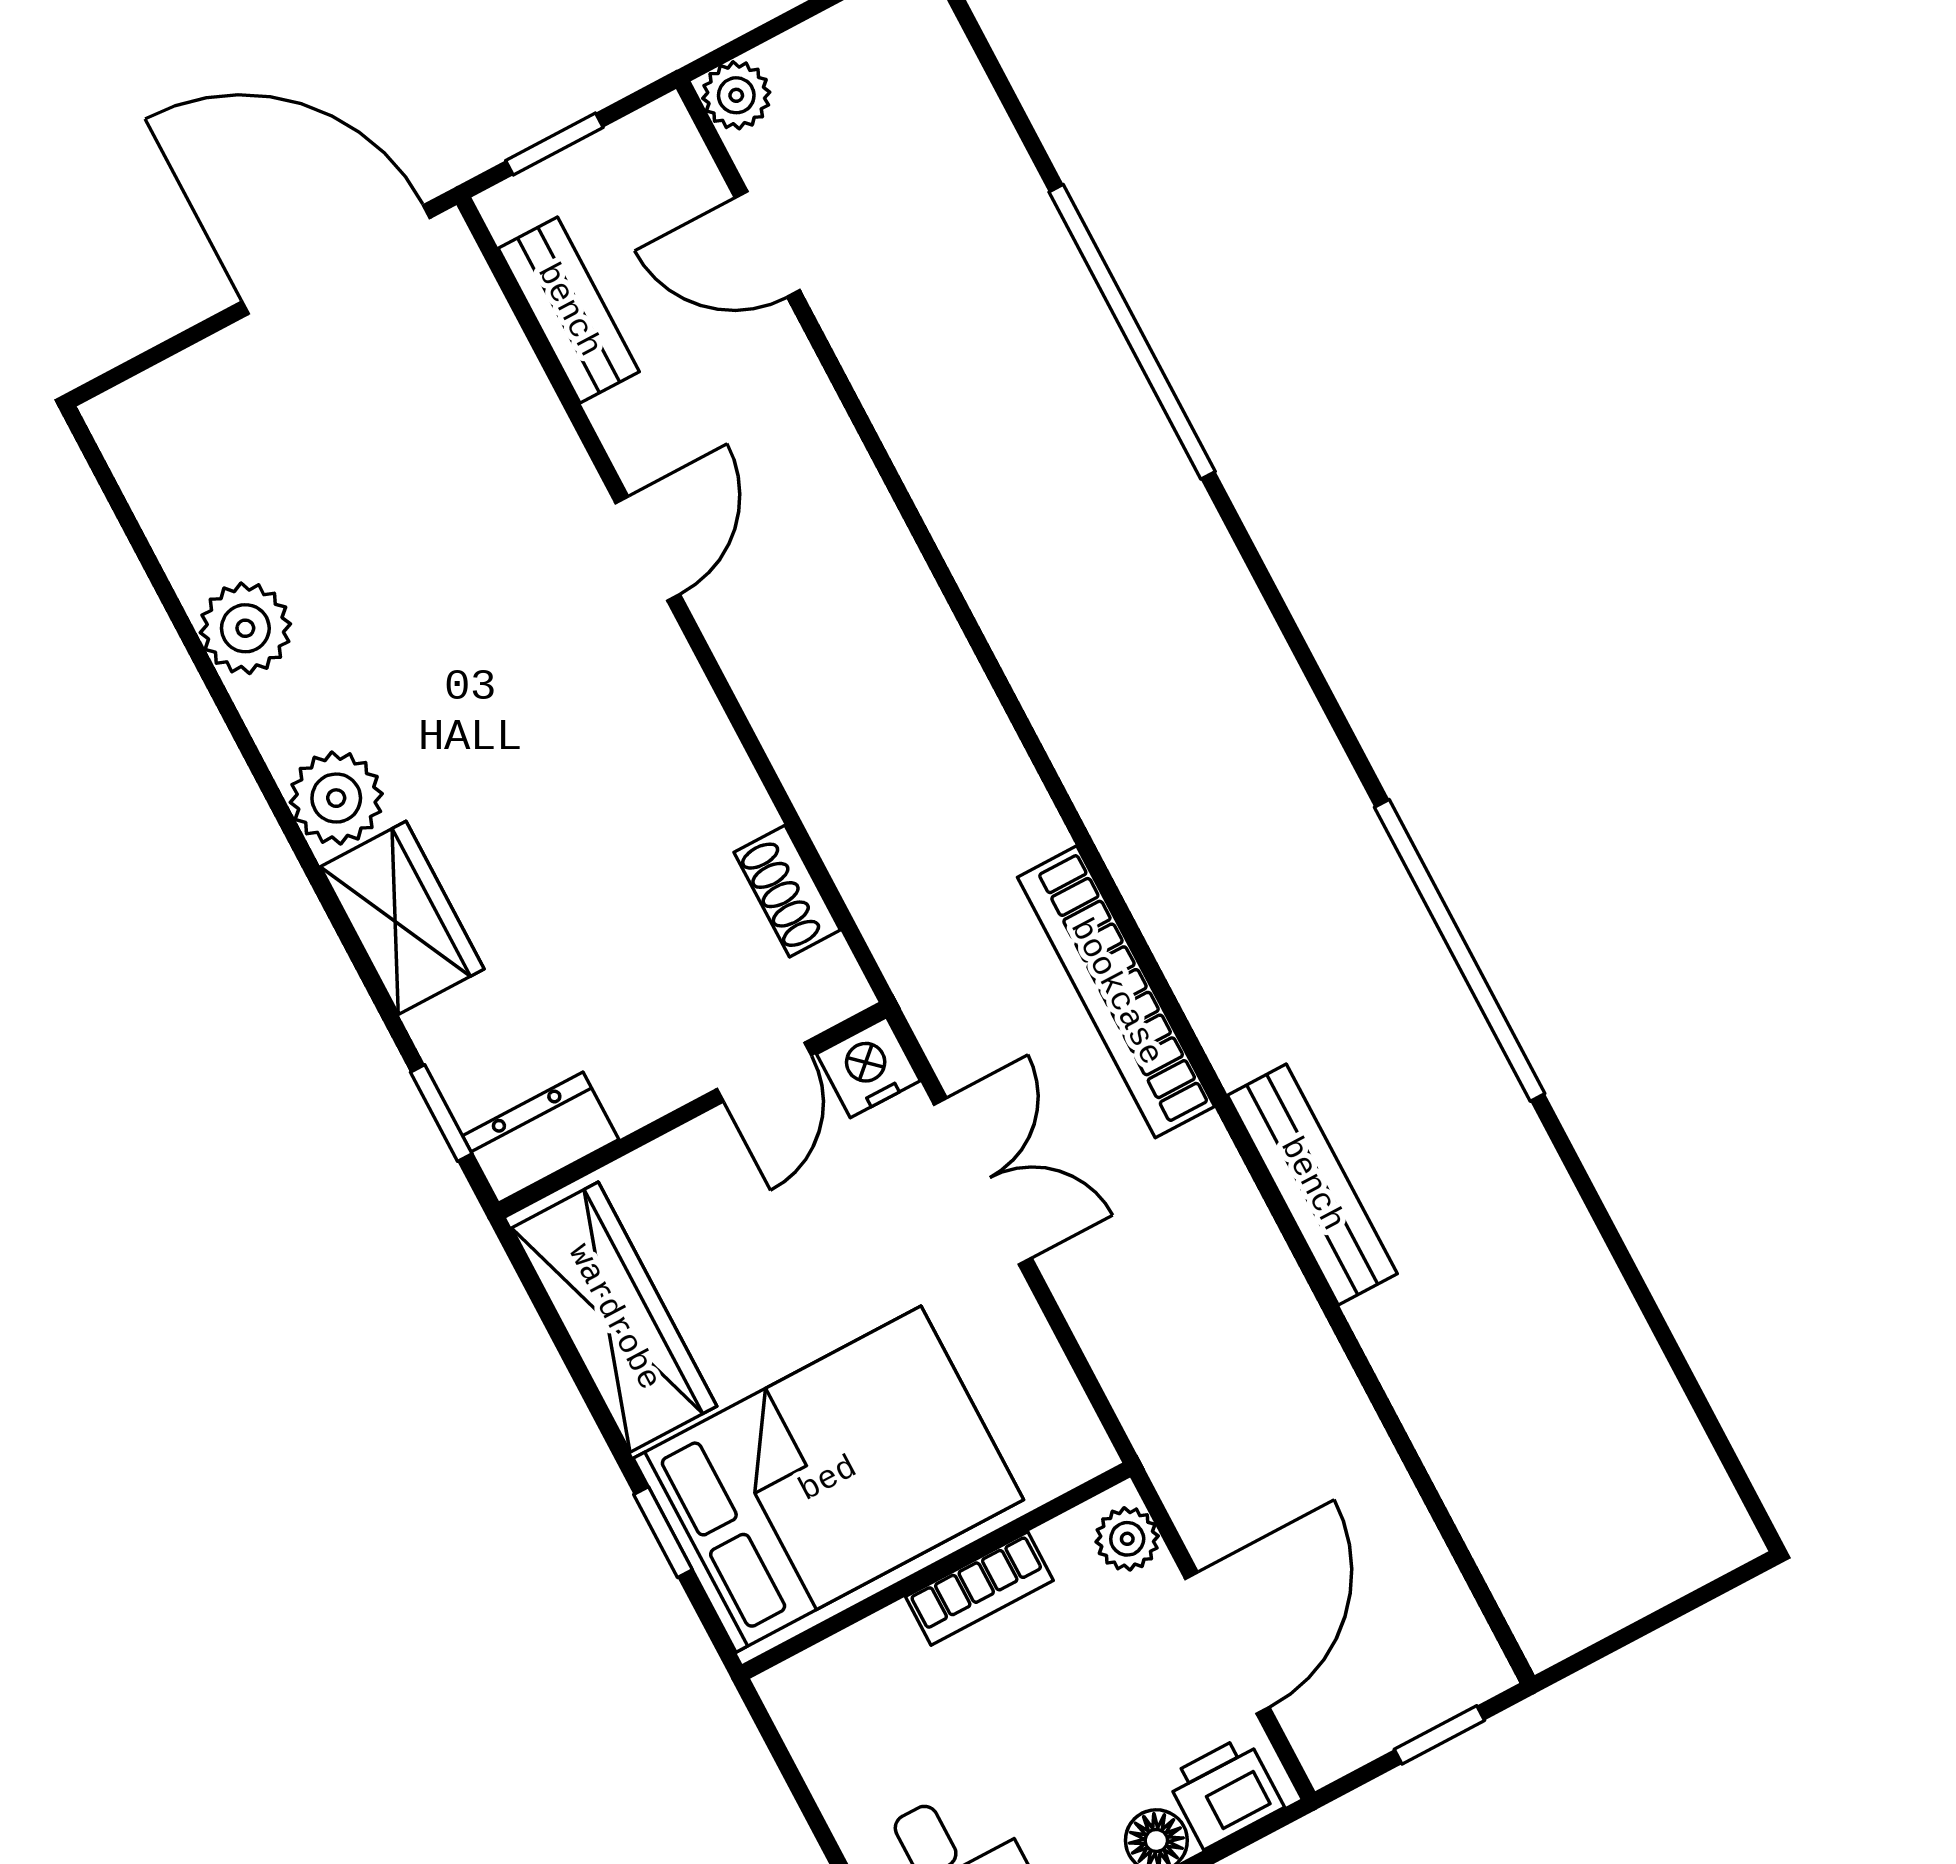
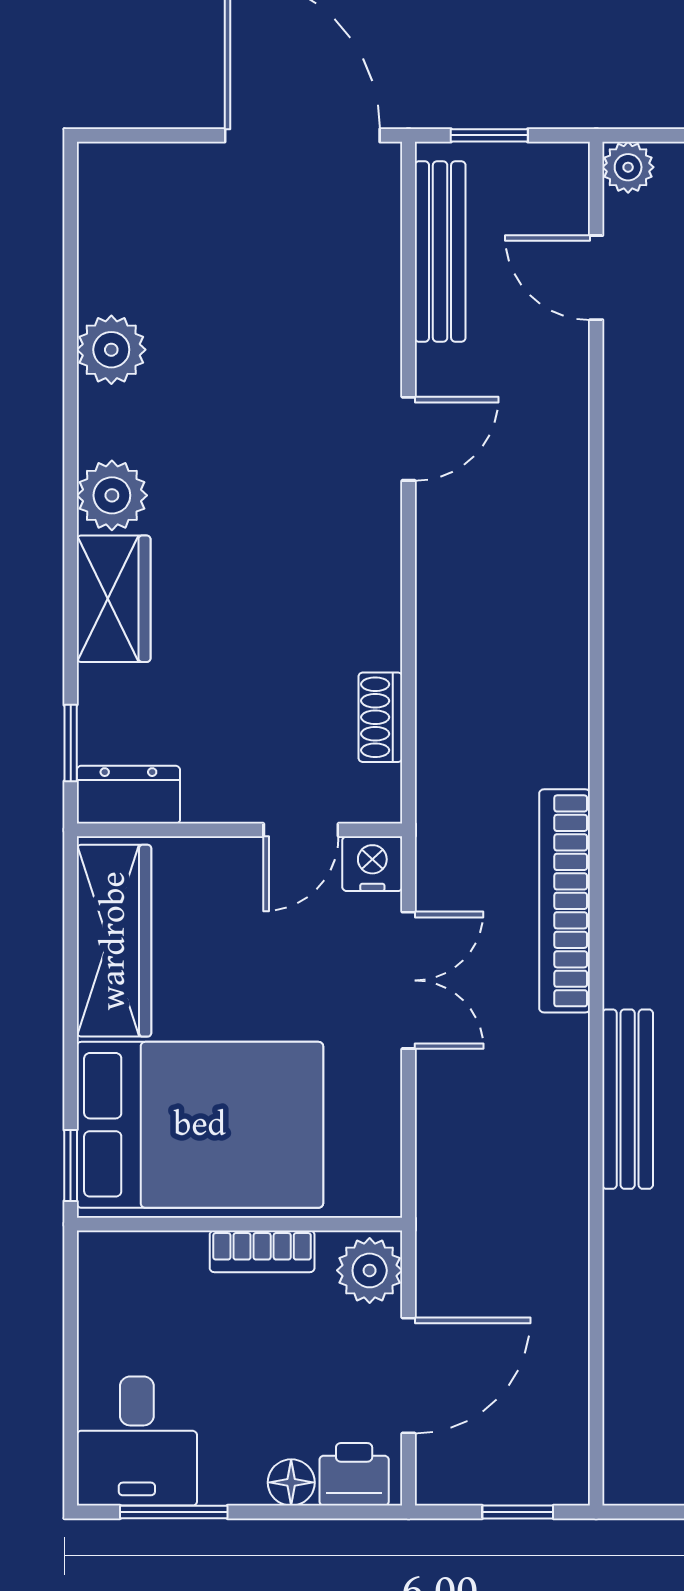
bench: (569, 310) -> (440, 251), width x1.36
window: (663, 1532) -> (71, 1166), moved
plant: (1127, 1539) -> (370, 1270), width x1.38, depth x1.38

